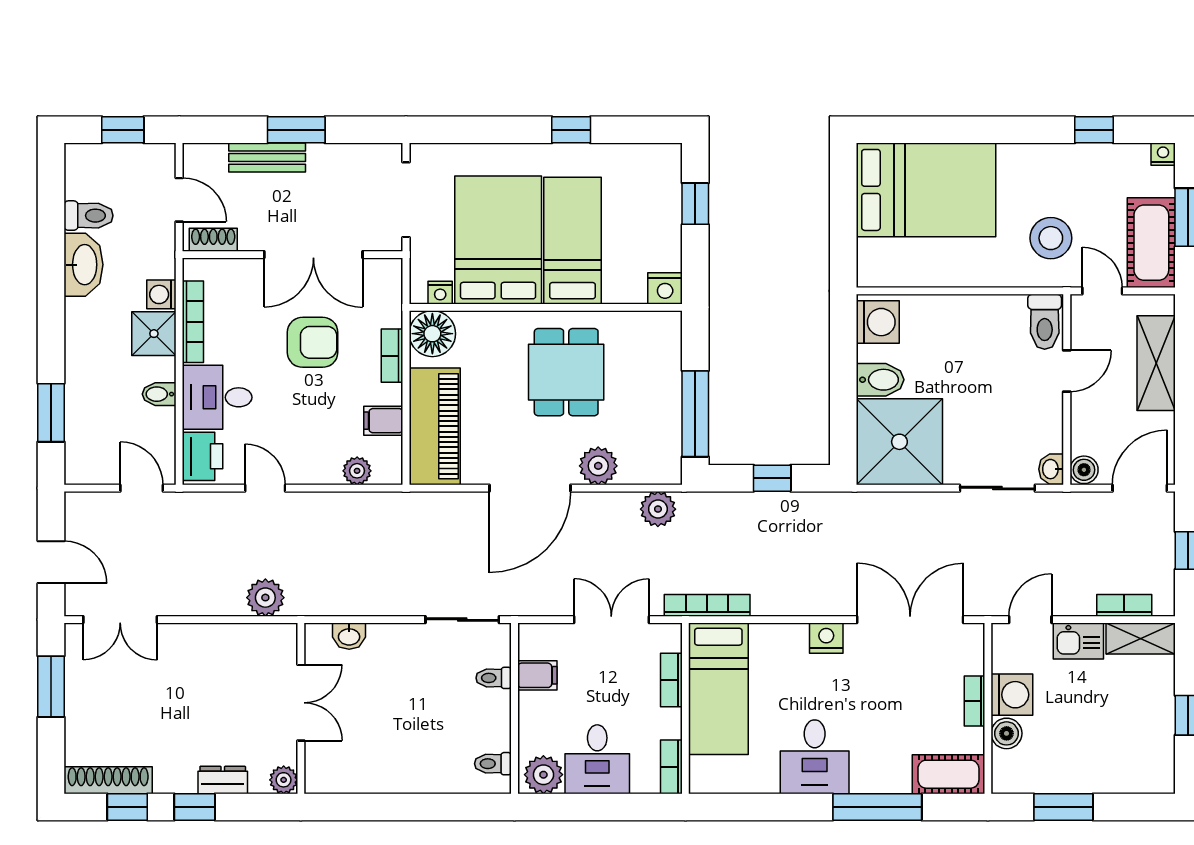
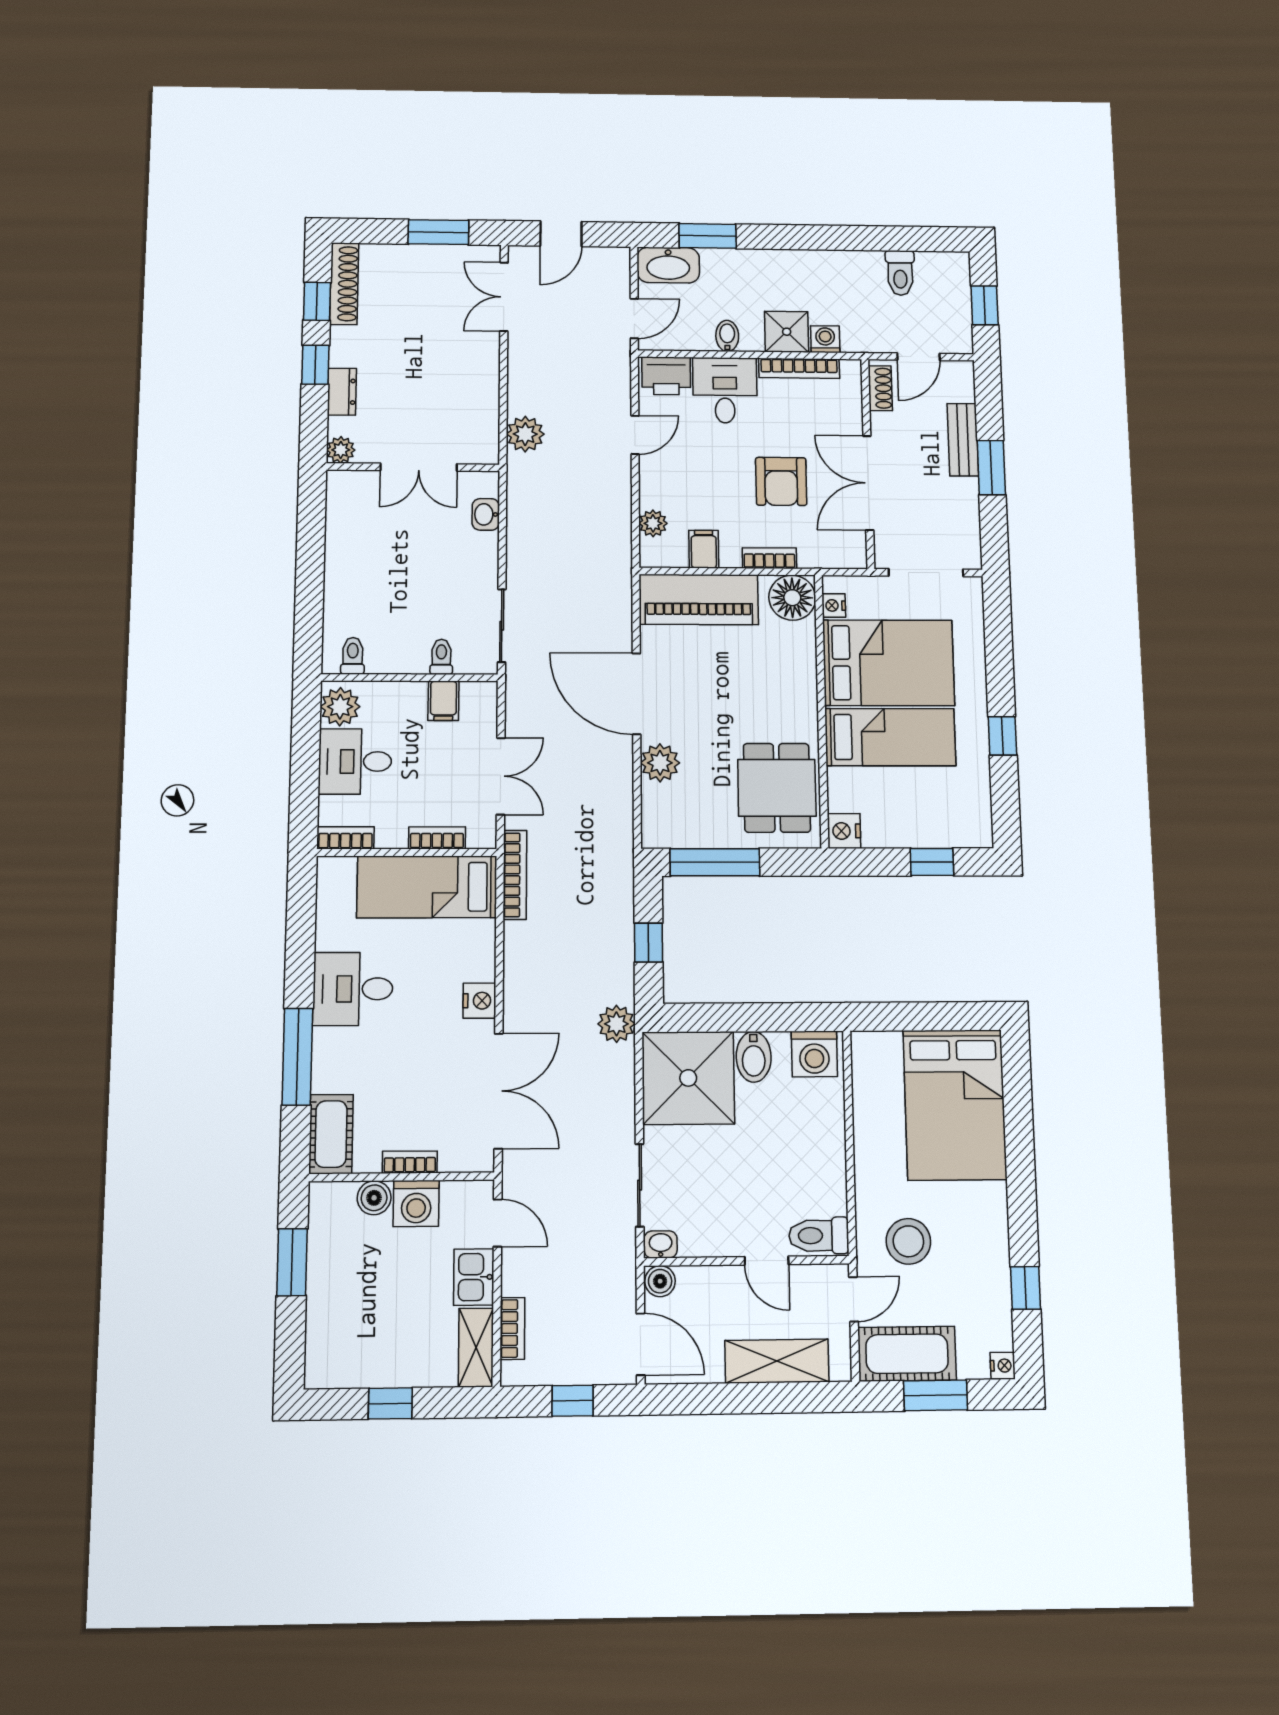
washbasin: (83, 265) -> (668, 265), moved
dining table: (566, 372) -> (777, 788), moved, turned 90
plant: (658, 509) -> (616, 1024), moved

